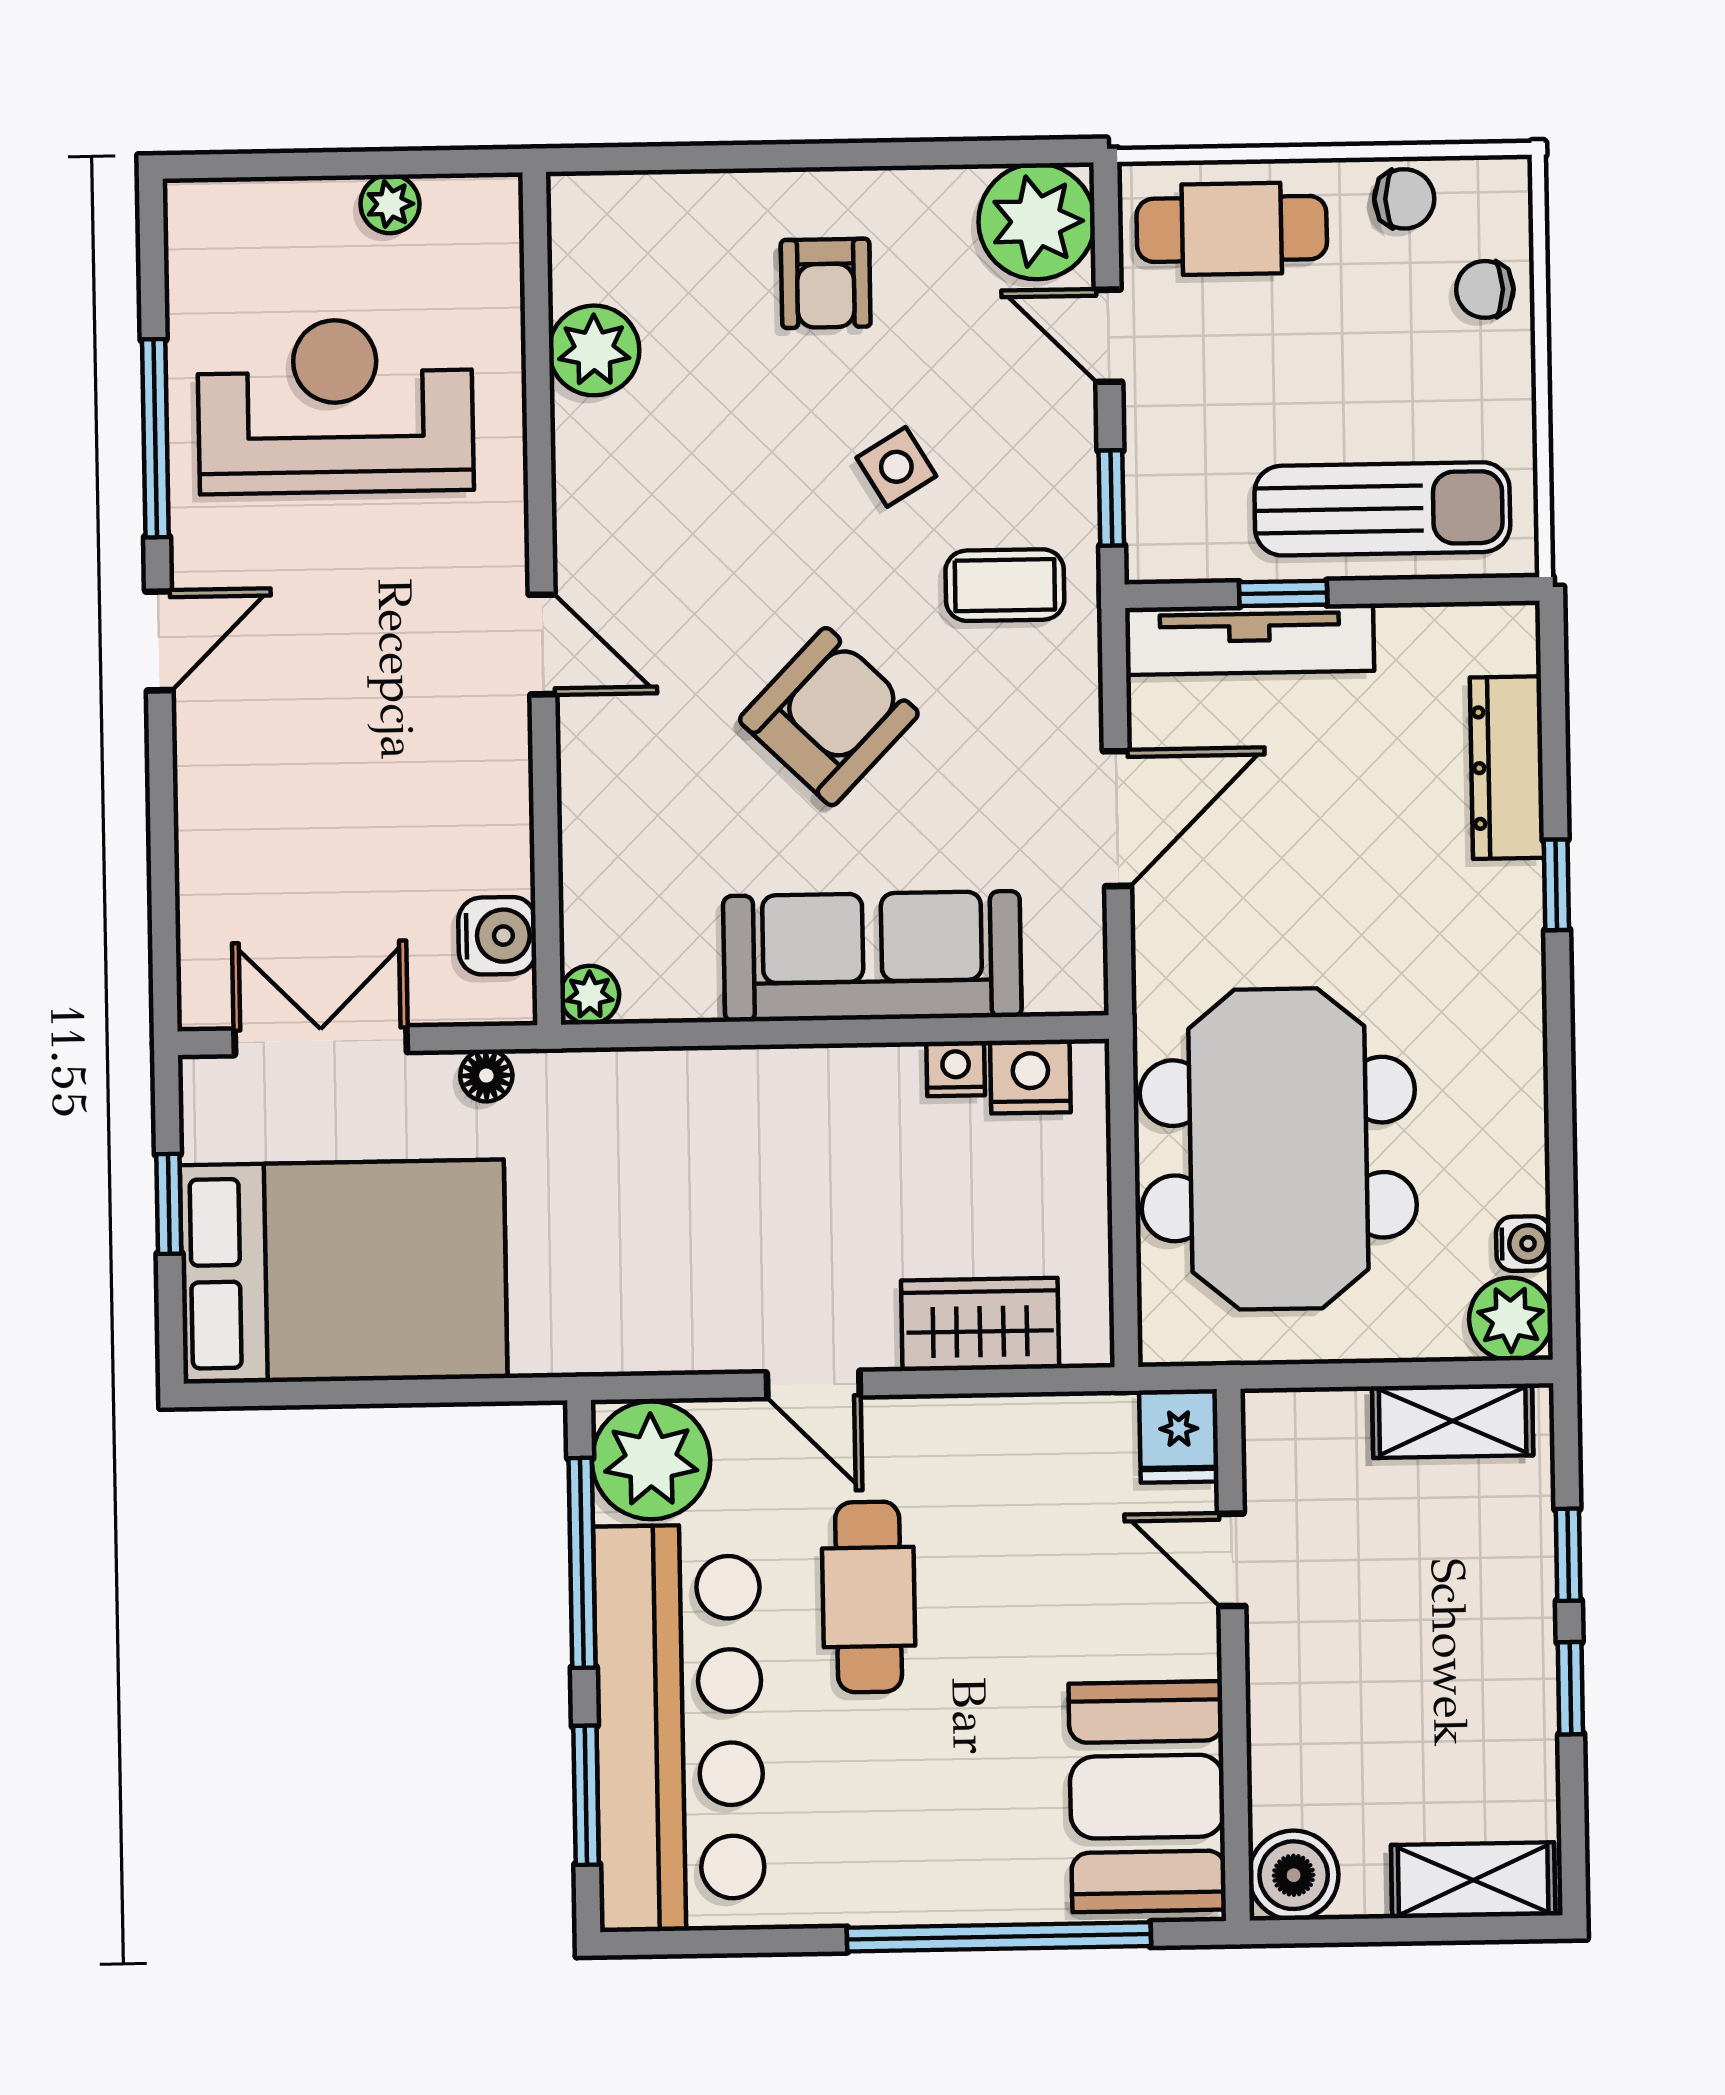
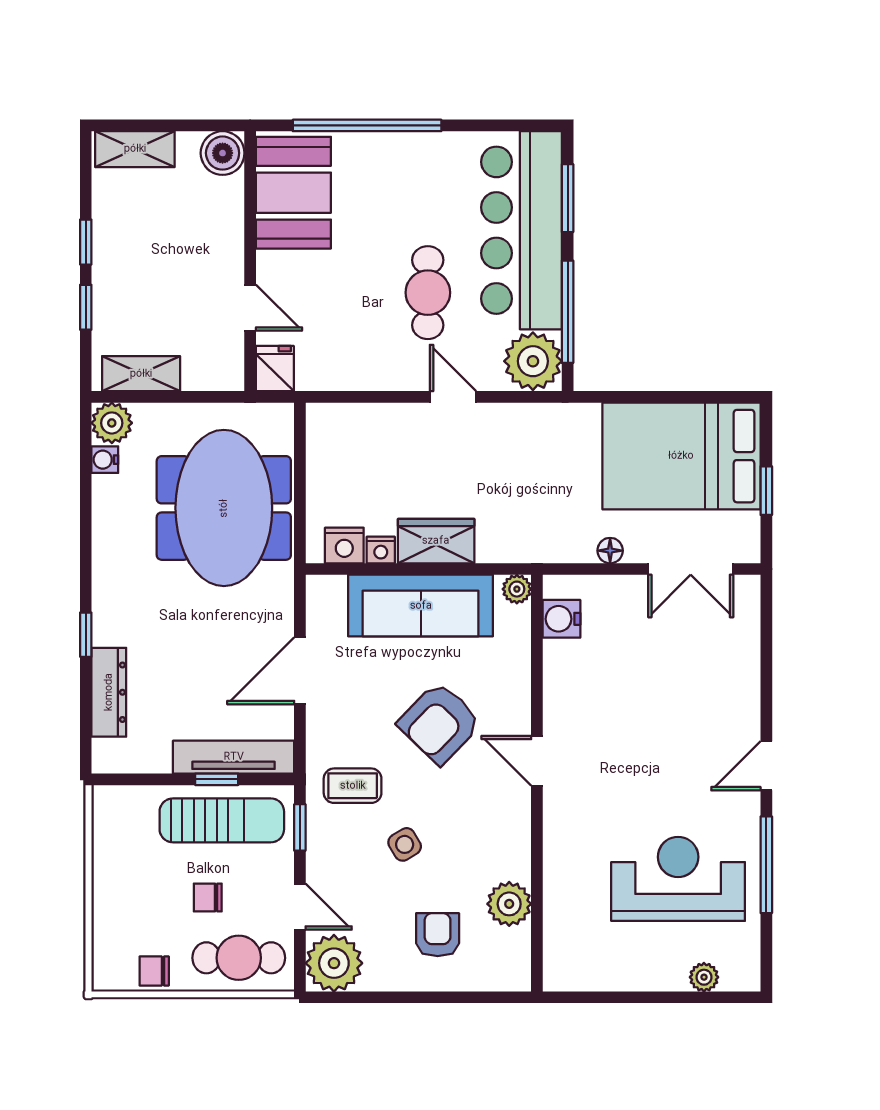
plant: (390, 204) -> (704, 977), moved
chair: (1485, 289) -> (208, 897), moved, turned 180
plant: (594, 350) -> (509, 904), moved
reception desk: (335, 406) -> (678, 879), turned 180
sun lounger: (1382, 509) -> (222, 820), moved, turned 180
wall: (542, 599) -> (537, 783), moved
door: (542, 644) -> (537, 761), moved
water cooler: (497, 936) -> (562, 619), moved
plant: (590, 995) -> (517, 589), moved
wardrobe: (980, 1324) -> (436, 541), moved, turned 180

